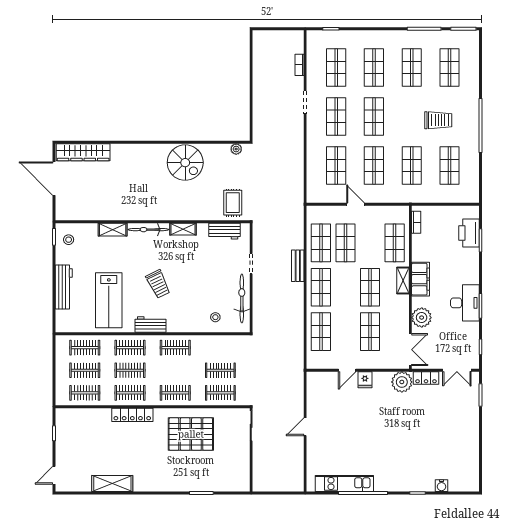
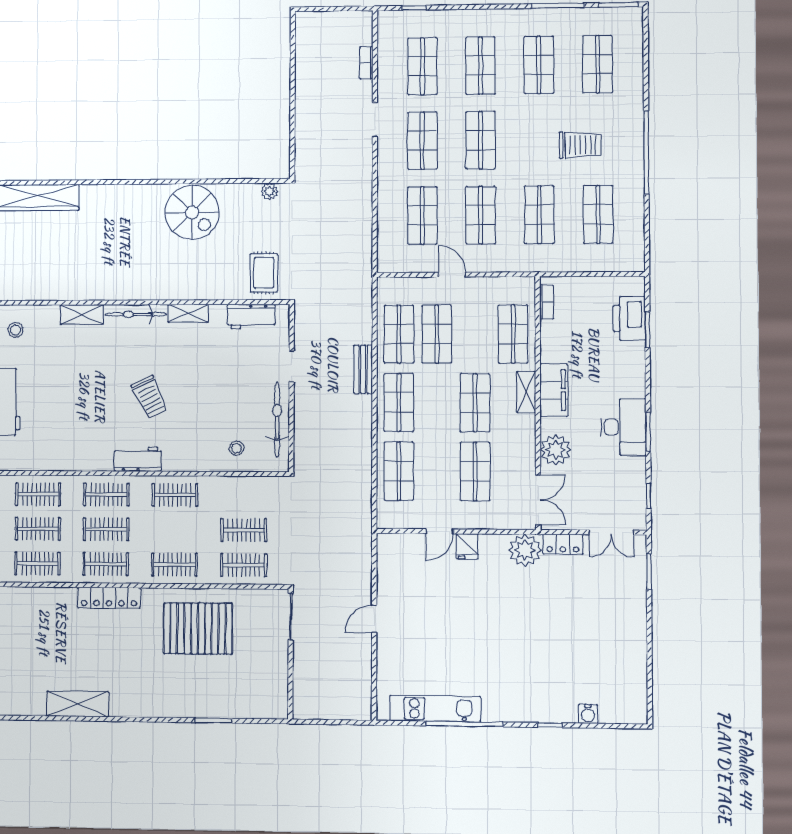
lab bench: (109, 300) -> (75, 422), removed

